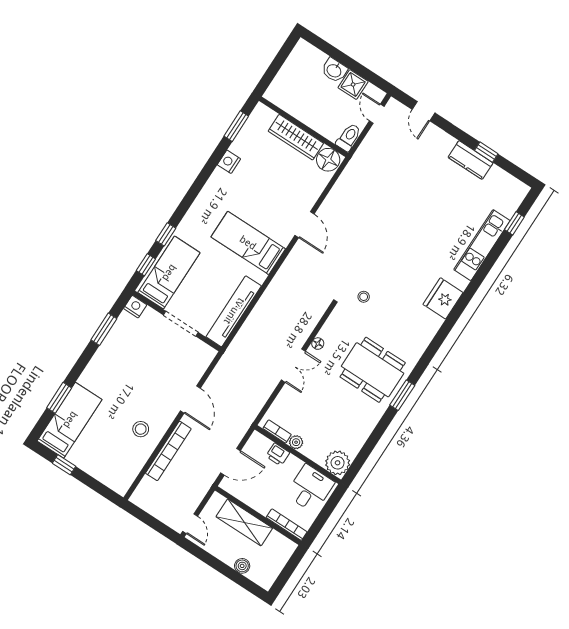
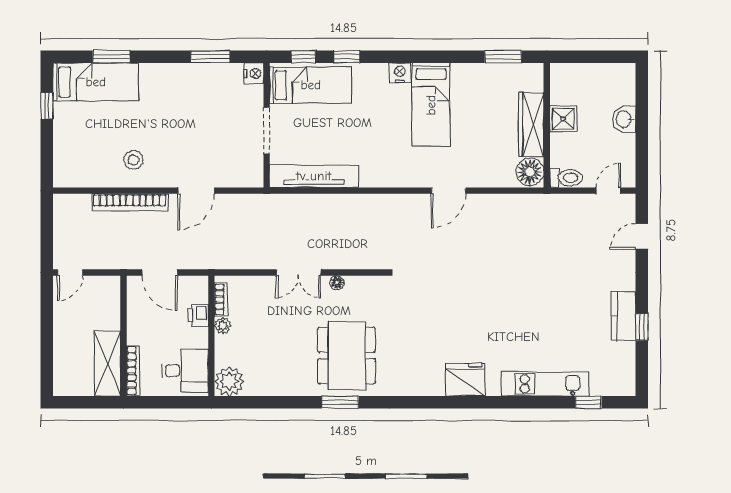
shower: (353, 84) -> (563, 119), moved
nightstand: (229, 162) -> (400, 73), moved
bed: (248, 243) -> (431, 105), moved, turned 180
stool: (364, 297) -> (415, 298), removed
shelving: (244, 522) -> (107, 364), moved
boiler: (242, 566) -> (62, 353), removed

